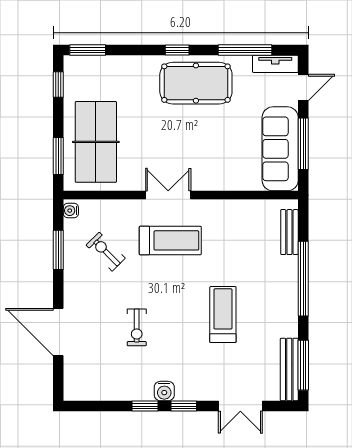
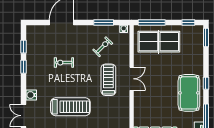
window: (58, 156) -> (152, 22), width x1.44
treadmill: (170, 240) -> (108, 80), turned 180
treadmill: (223, 315) -> (70, 107), width x1.37, depth x1.37
water cooler: (164, 391) -> (31, 95), moved
window: (184, 406) -> (24, 47), moved

